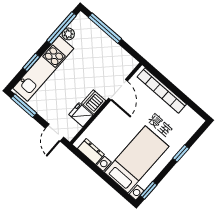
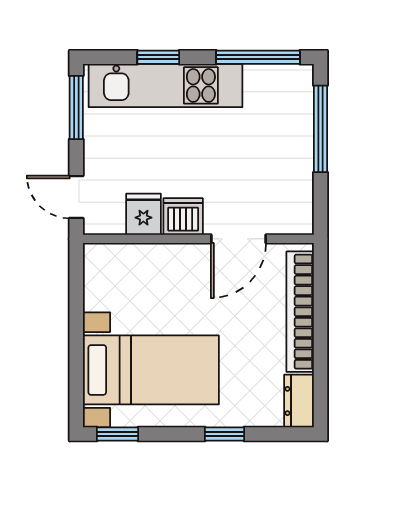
plant: (68, 34) -> (258, 77), removed
door: (55, 133) -> (76, 197), hinge flipped
dresser: (91, 151) -> (299, 401), moved, turned 180

